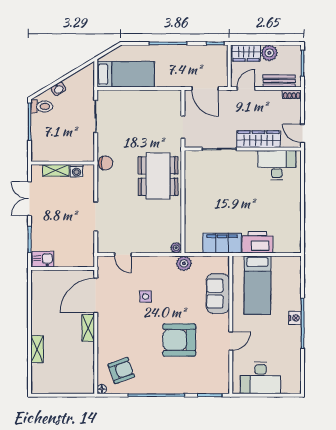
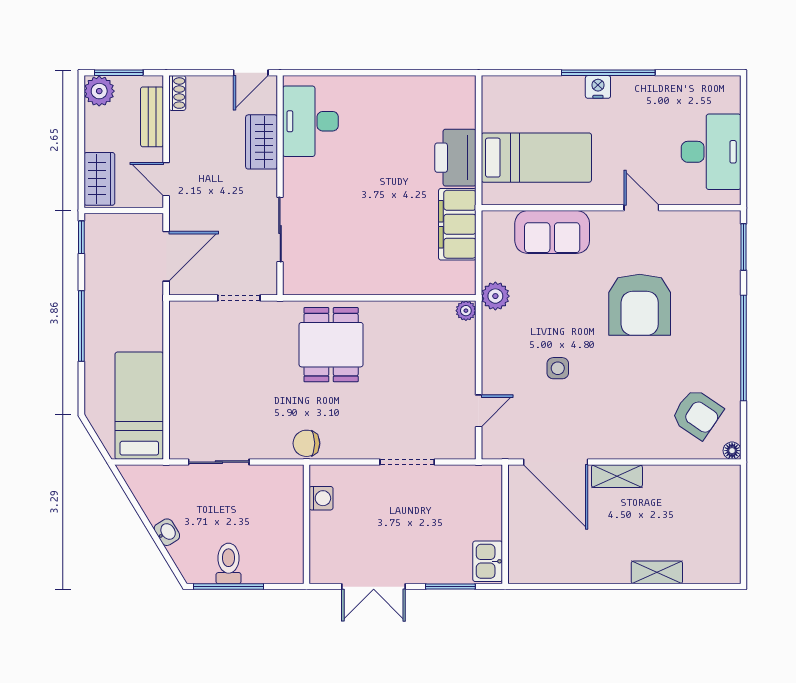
plant: (269, 53) -> (99, 91), moved
toilet: (42, 106) -> (229, 563), moved
wardrobe: (258, 139) -> (262, 142), width x0.67
chair: (106, 163) -> (306, 443), turned -90
shelving: (56, 170) -> (320, 537), removed
dining table: (158, 176) -> (331, 345), width x0.73
armchair: (121, 371) -> (697, 414), turned 144

